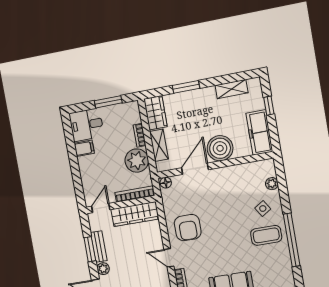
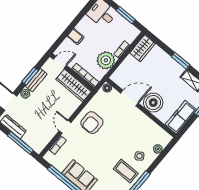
window: (186, 87) -> (181, 61), moved
shelving: (159, 145) -> (125, 66), removed
filing cabinet: (84, 148) -> (76, 37), moved

